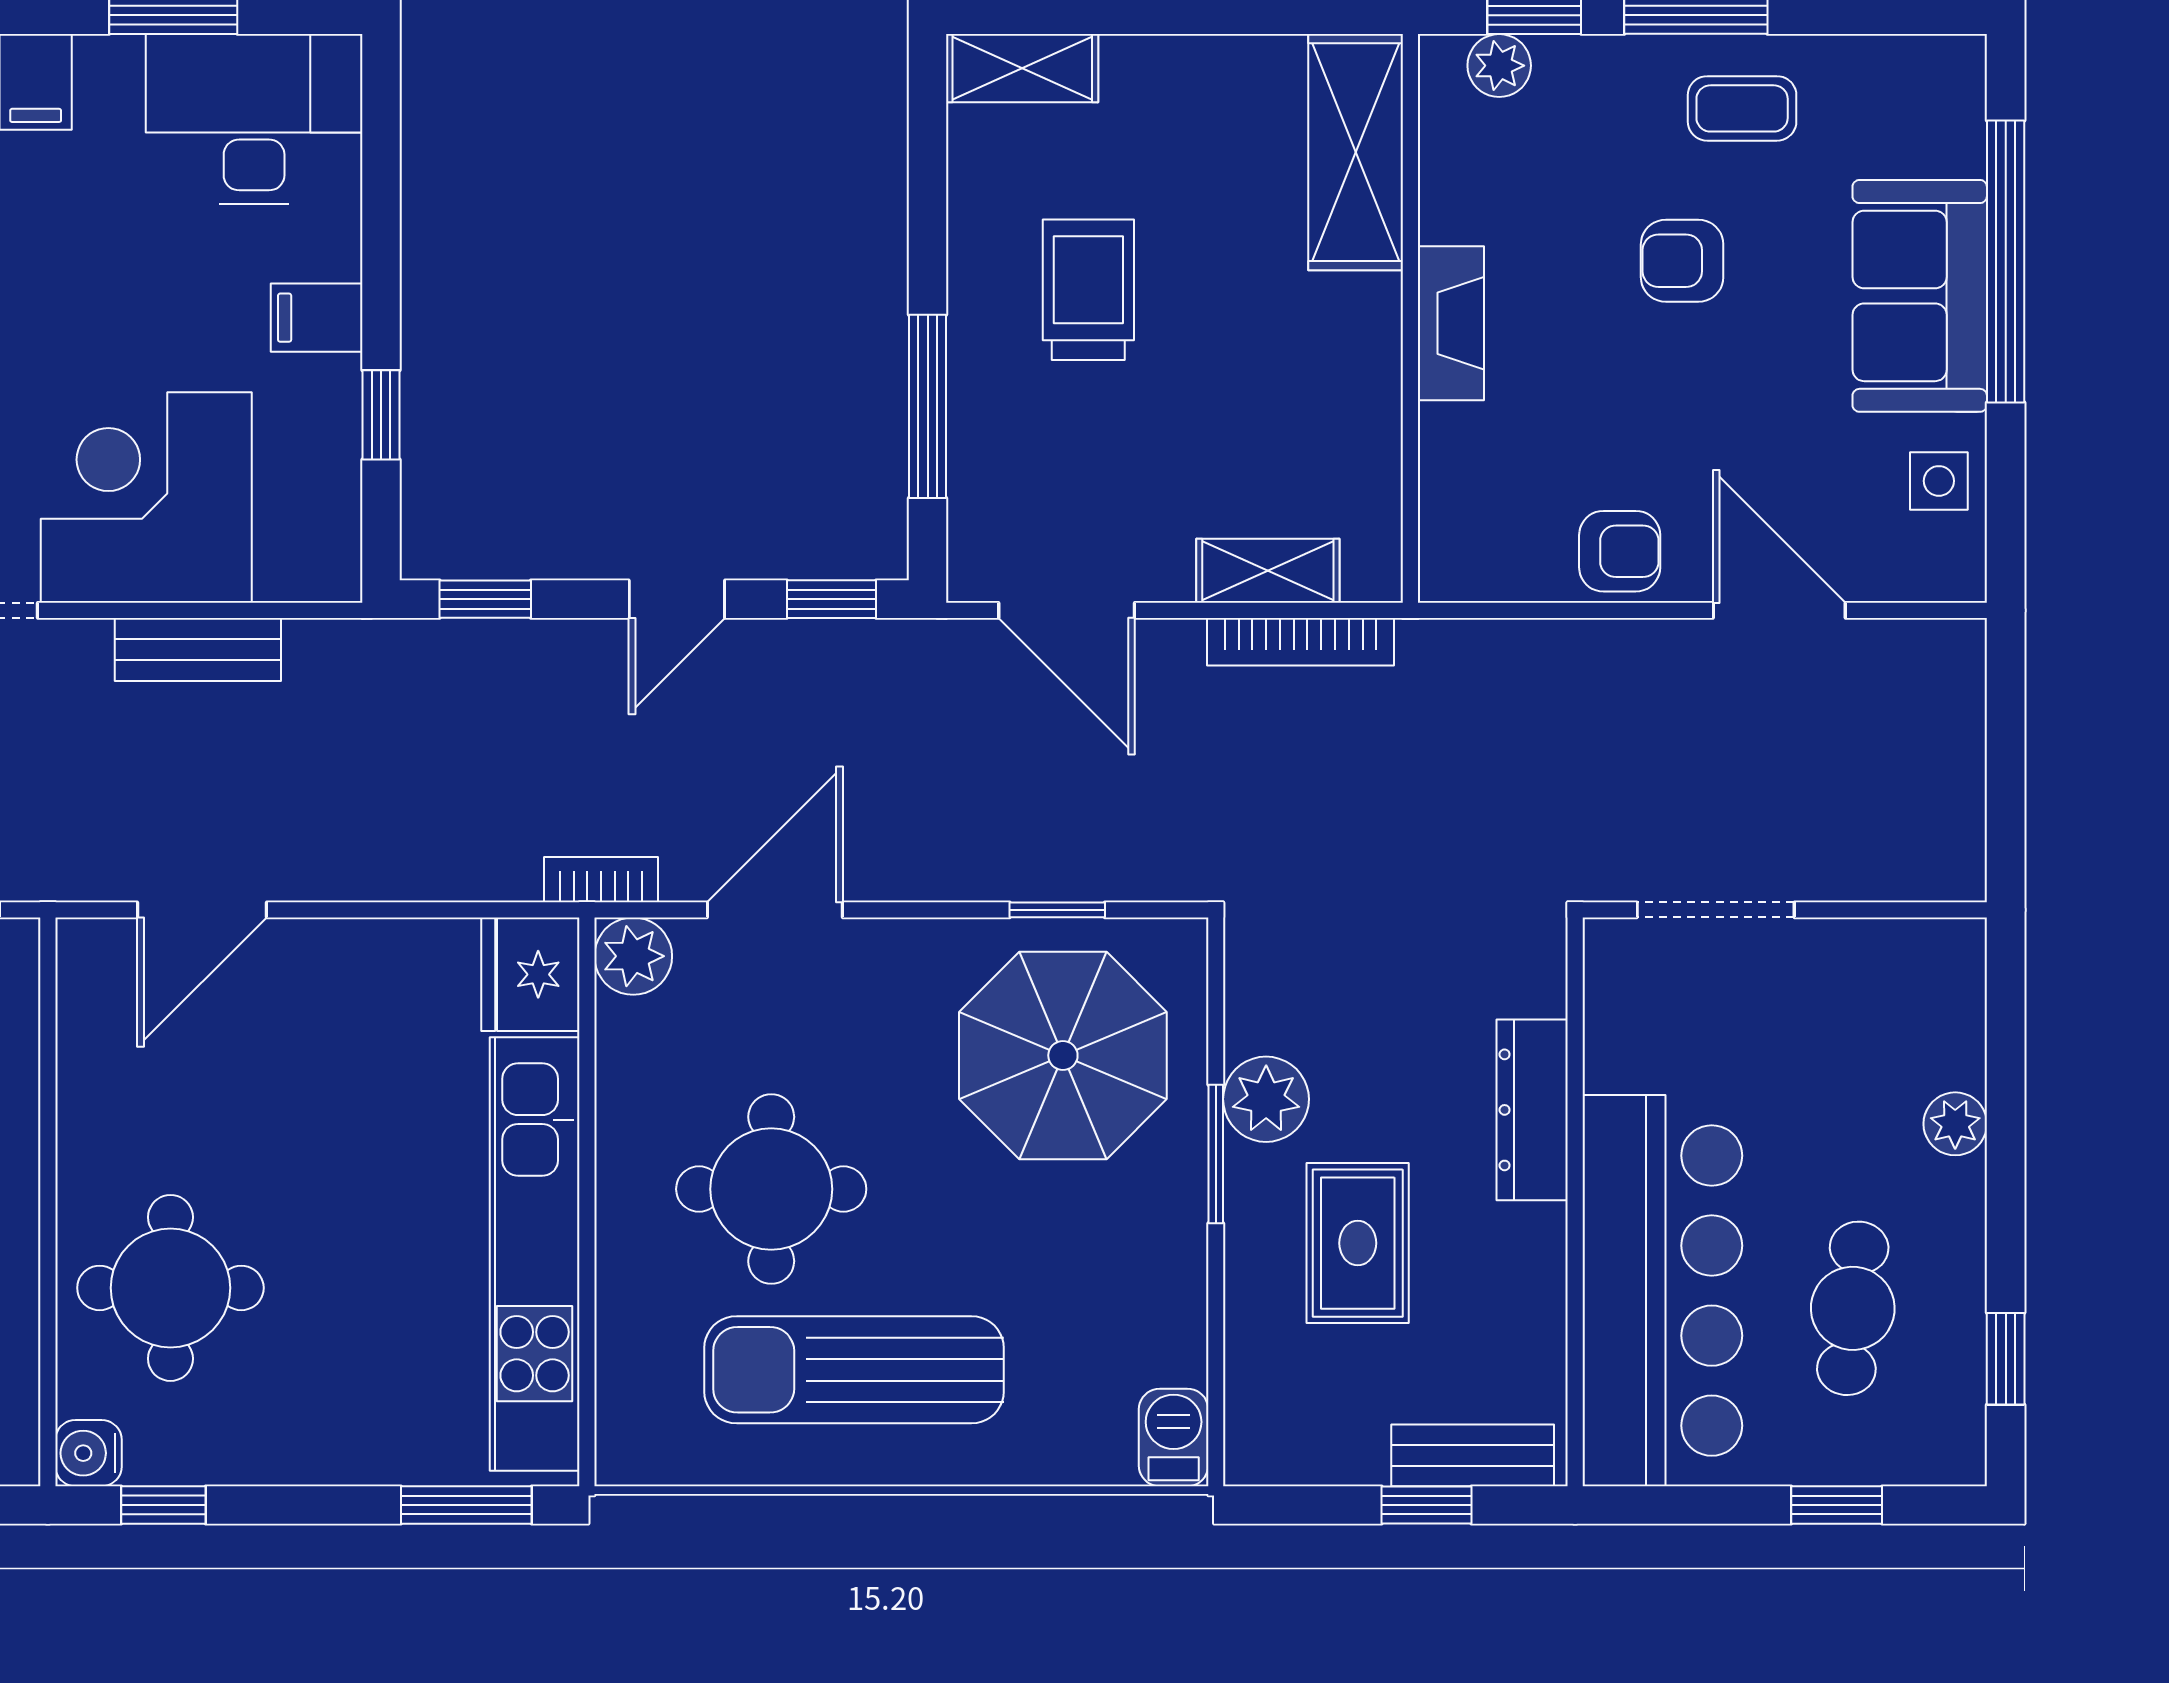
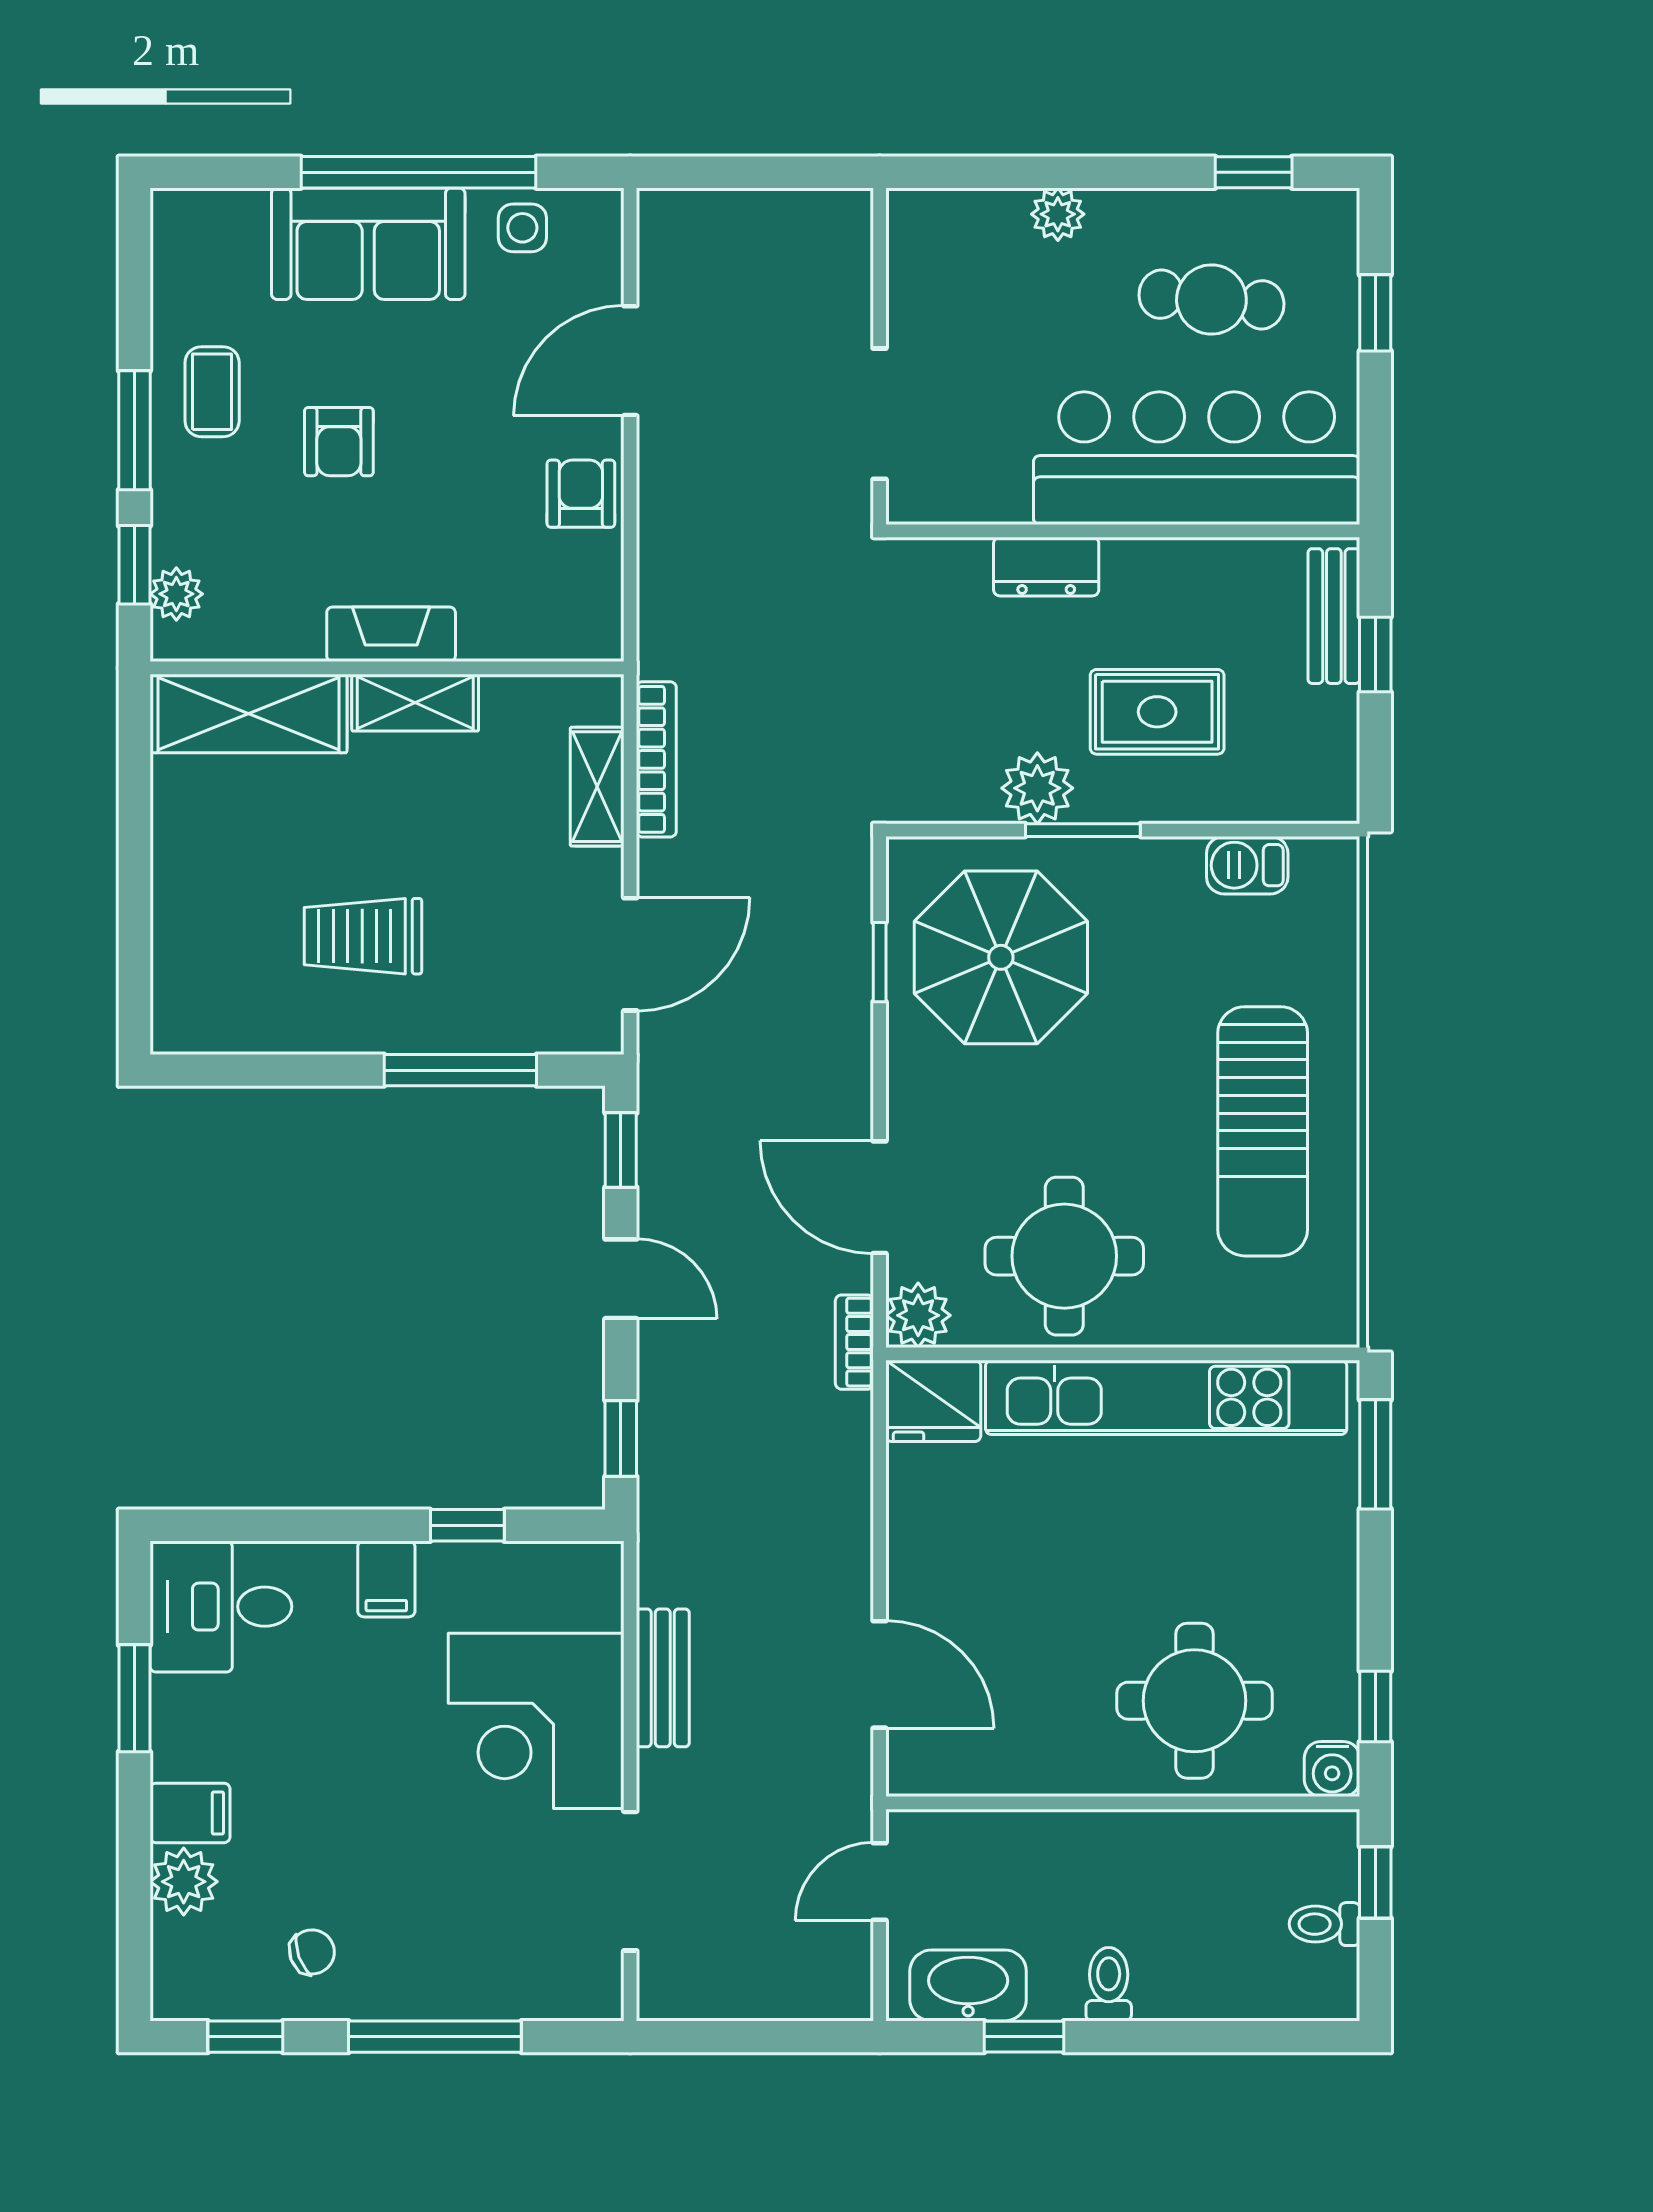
shelving: (1022, 68) -> (415, 703), moved, turned 90
desk: (254, 119) -> (221, 1607), width x0.73
window: (2006, 261) -> (419, 172), moved
dresser: (1532, 1110) -> (1046, 567), width x0.70
round table: (771, 1189) -> (1064, 1256), moved
barbecue: (1174, 1437) -> (1247, 865), moved

